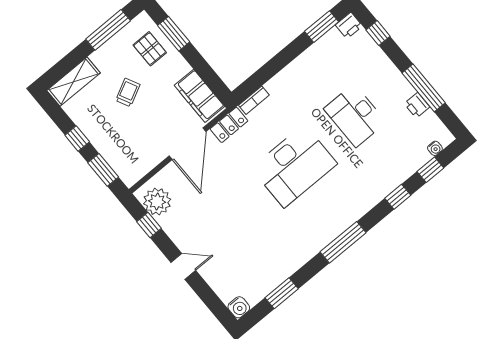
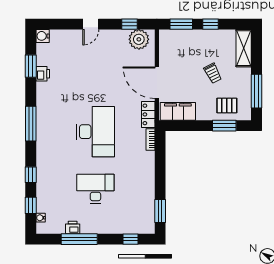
printer: (349, 25) -> (43, 74), moved, turned 180
desk: (294, 166) -> (95, 132), turned 180

